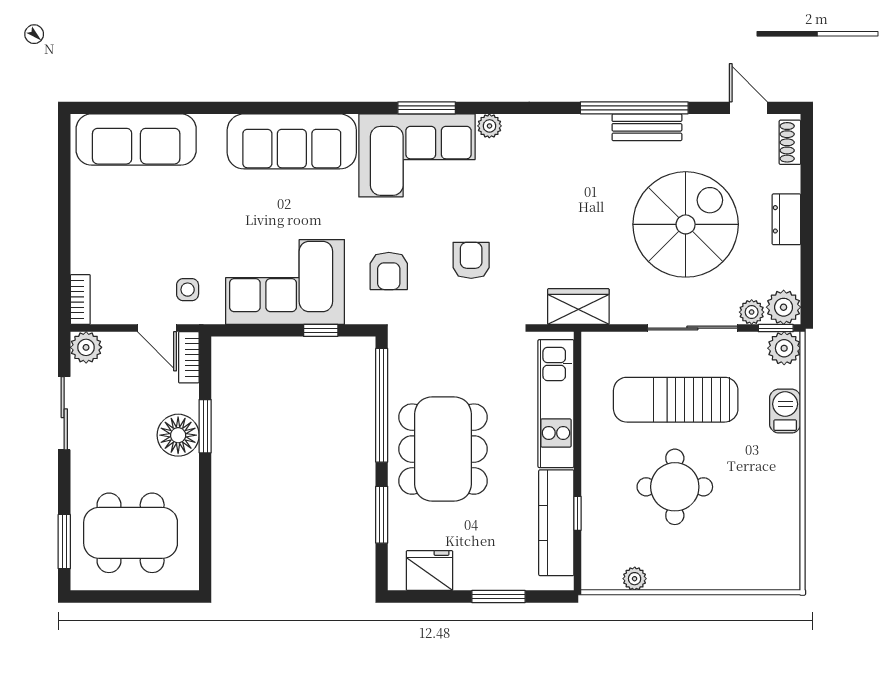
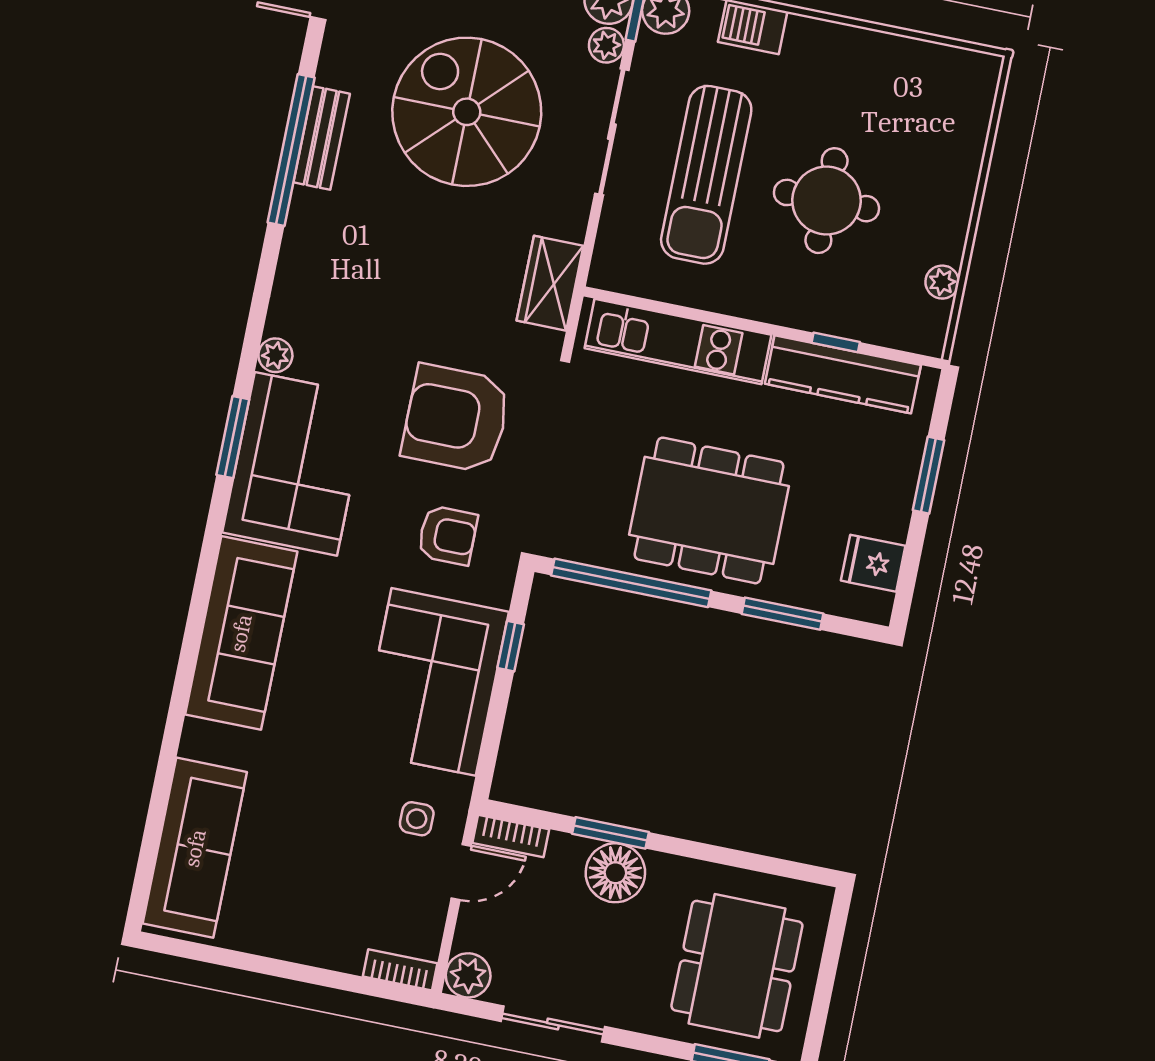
armchair: (471, 260) -> (456, 419), width x1.88, depth x1.88
fridge: (430, 571) -> (873, 563), width x0.72

